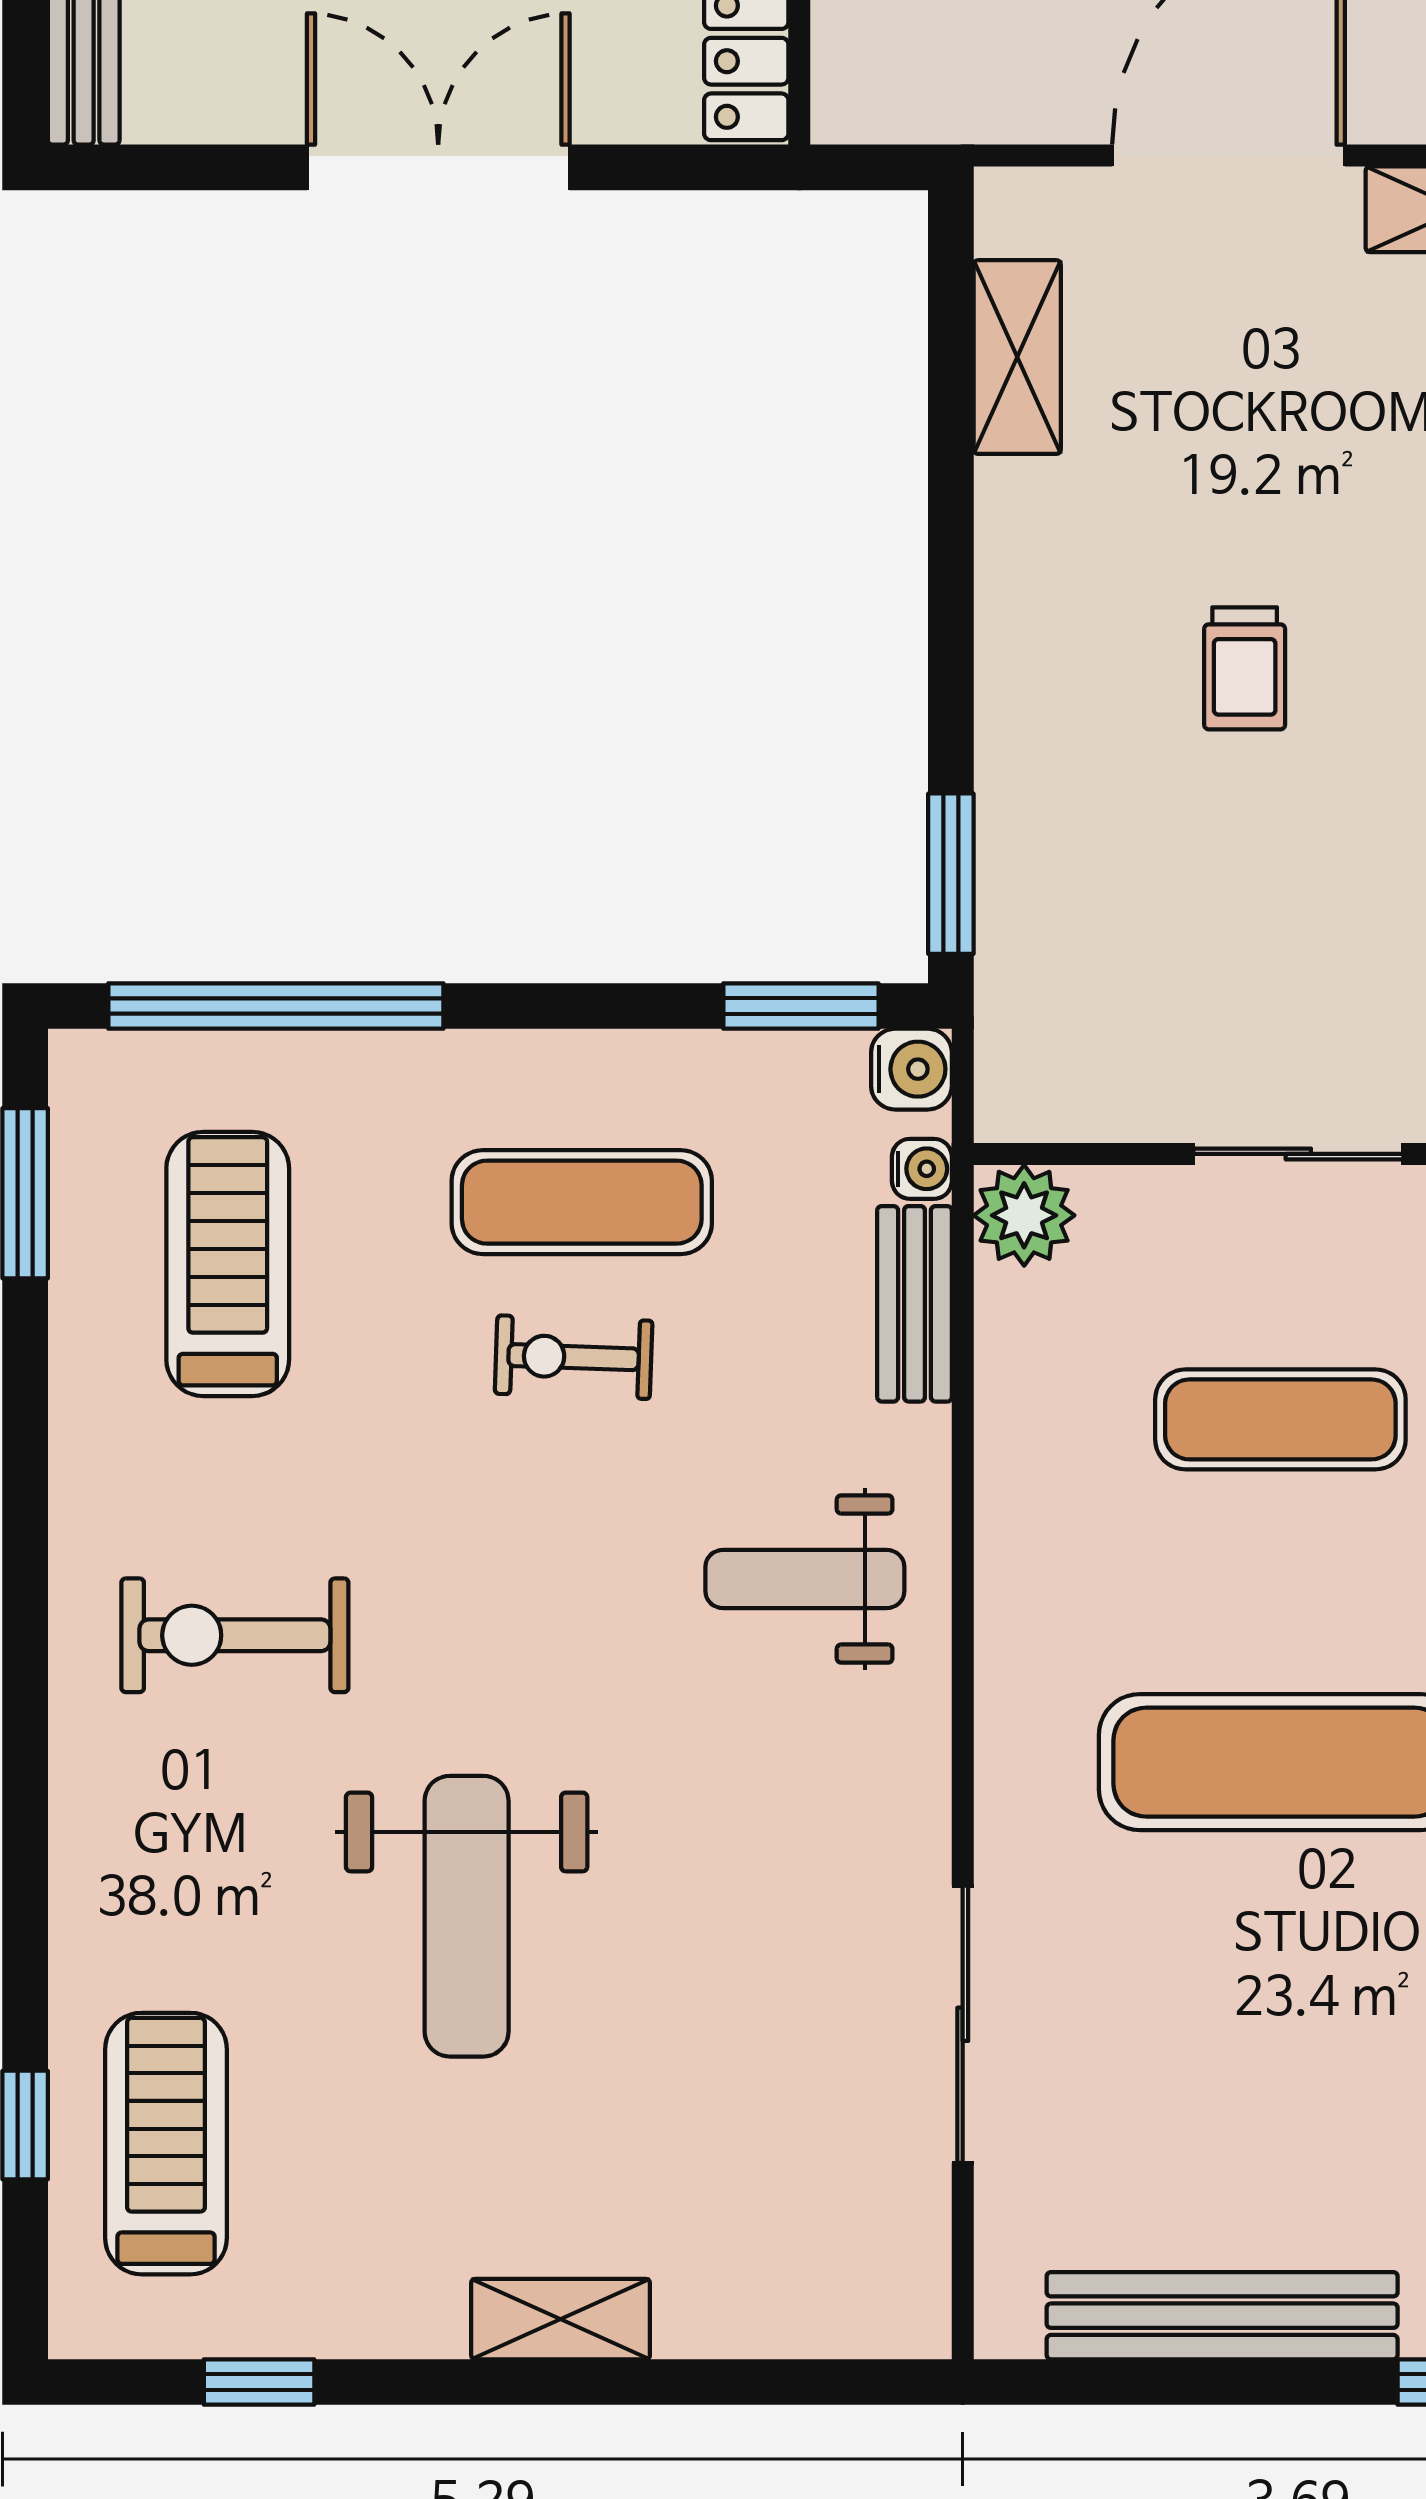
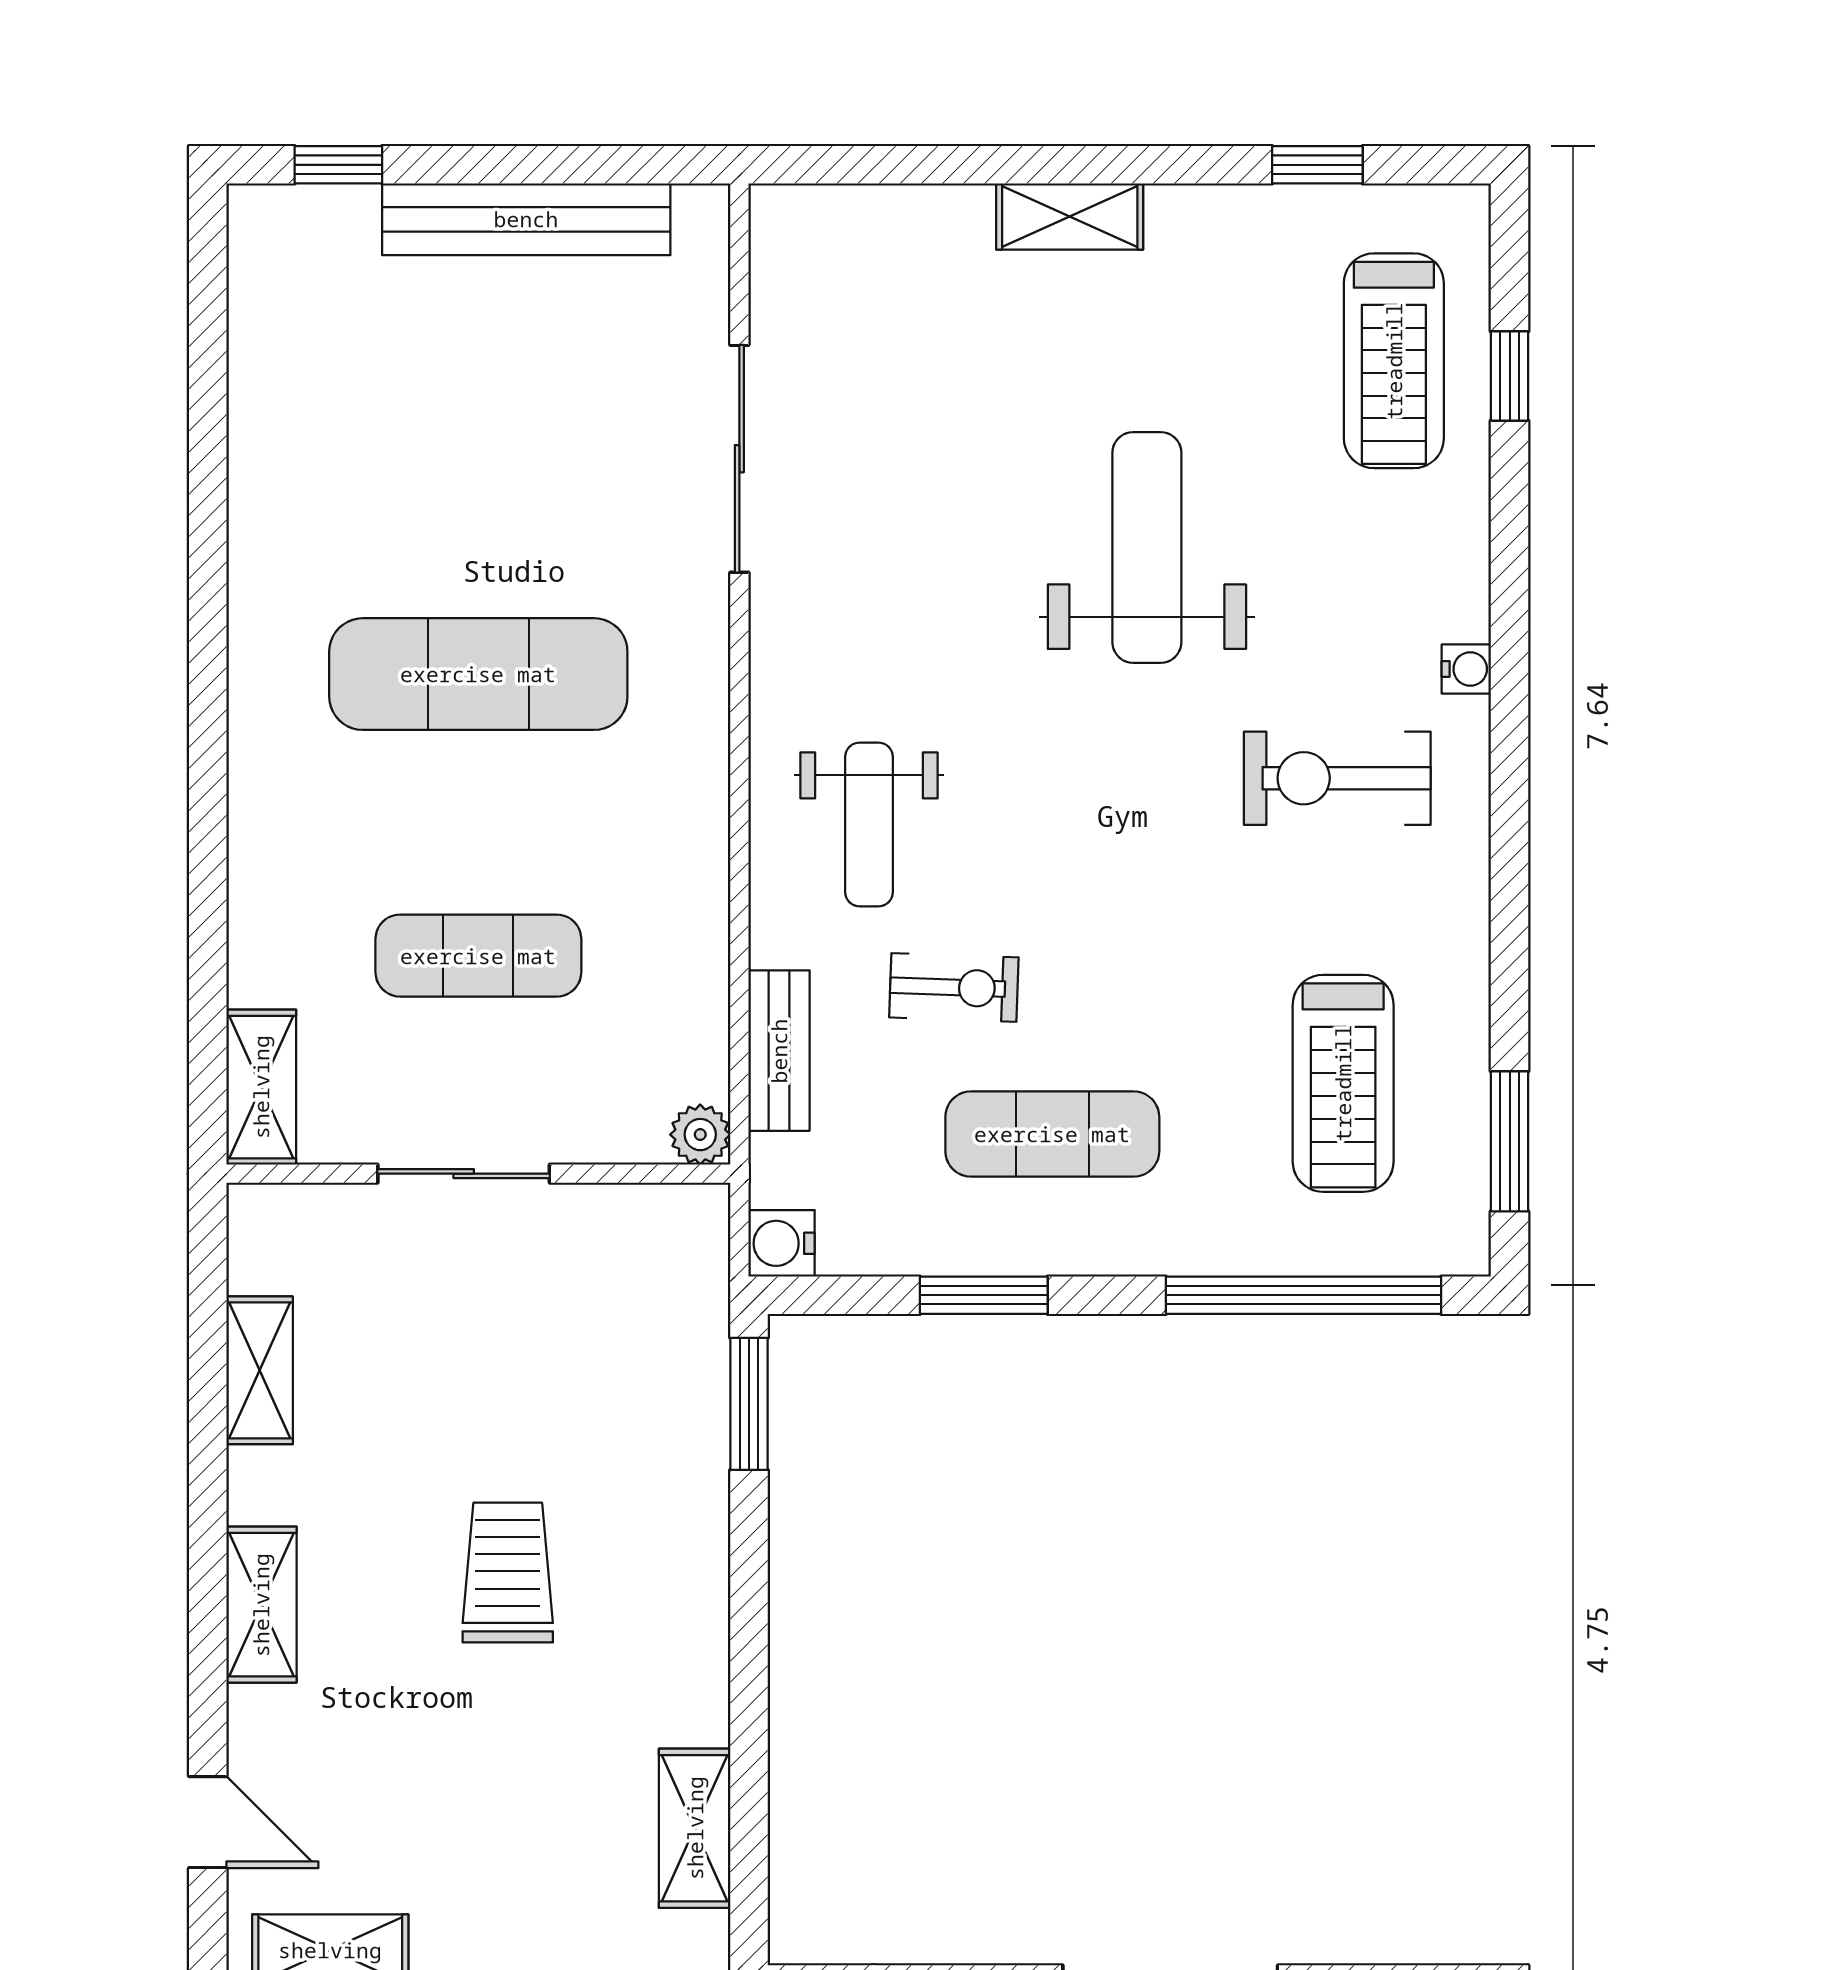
trolley: (1245, 668) -> (508, 1573), width x1.36, depth x1.39
window: (801, 1006) -> (984, 1295), moved
water cooler: (922, 1169) -> (1466, 669), moved, turned 180
plant: (1024, 1215) -> (700, 1135), width x0.73, depth x0.73
exercise bike: (574, 1357) -> (954, 987), moved
weight bench: (805, 1579) -> (869, 824), turned 90
exercise bike: (235, 1635) -> (1337, 778), turned 180

